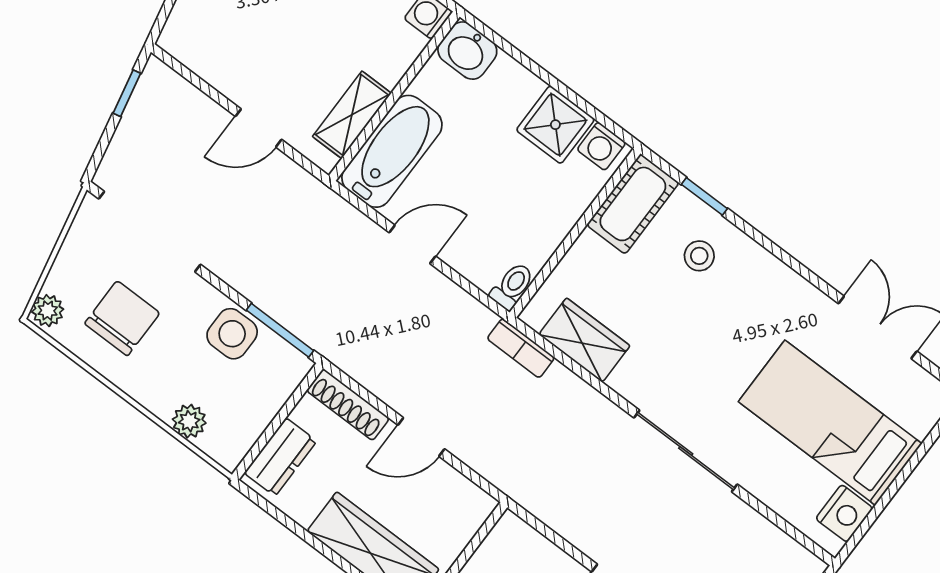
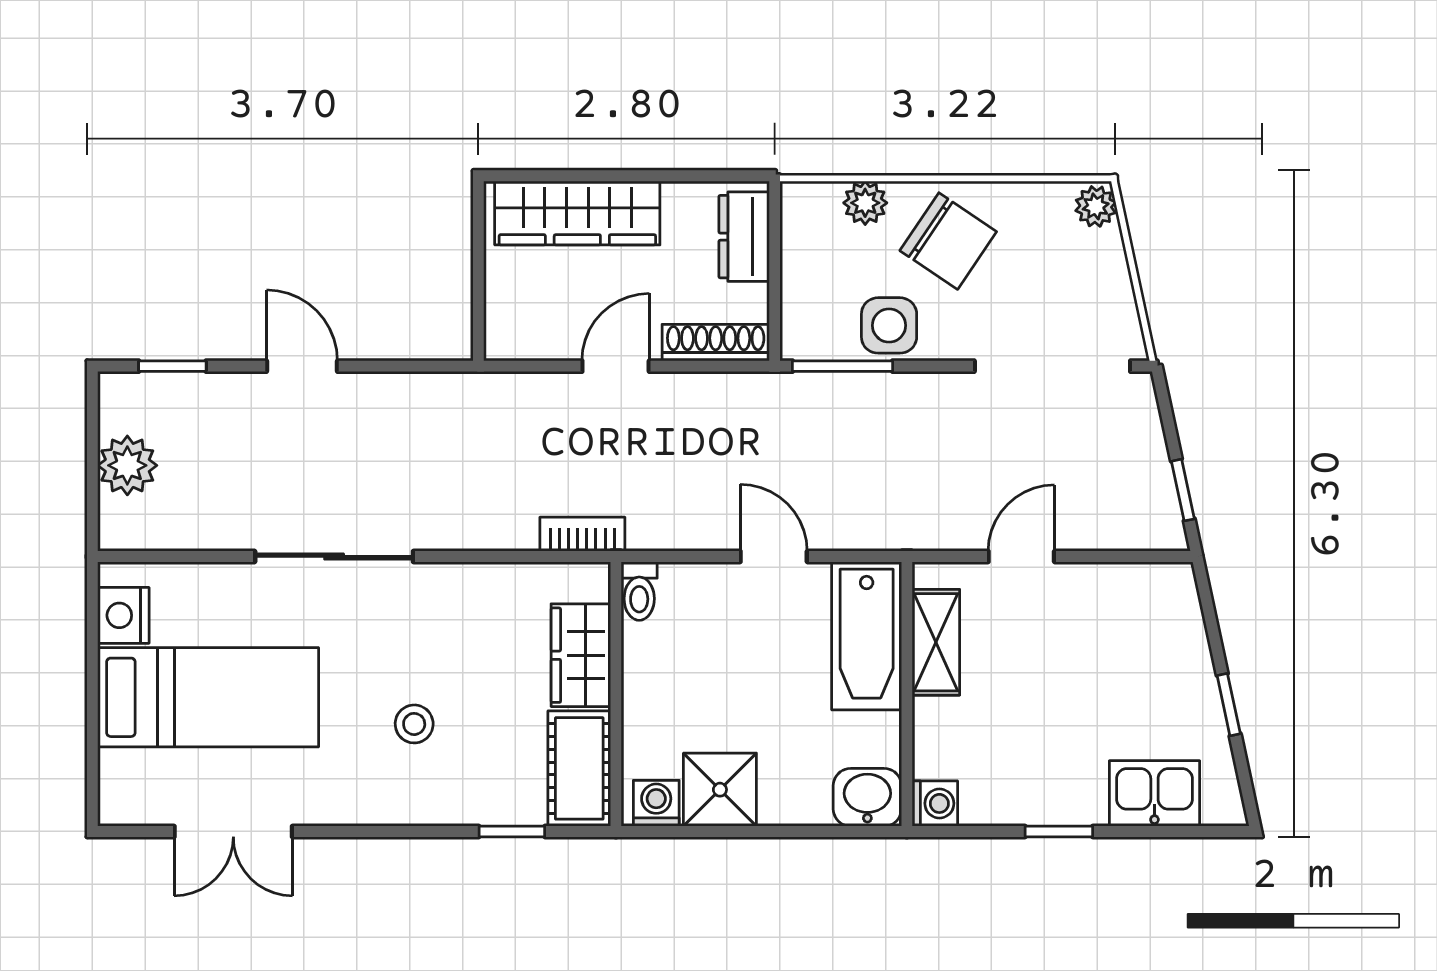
door: (412, 244) -> (774, 556), swing flipped
stool: (699, 256) -> (414, 724), moved
chair: (122, 318) -> (948, 241), moved, turned -56
wardrobe: (584, 340) -> (581, 655), moved, turned 90

